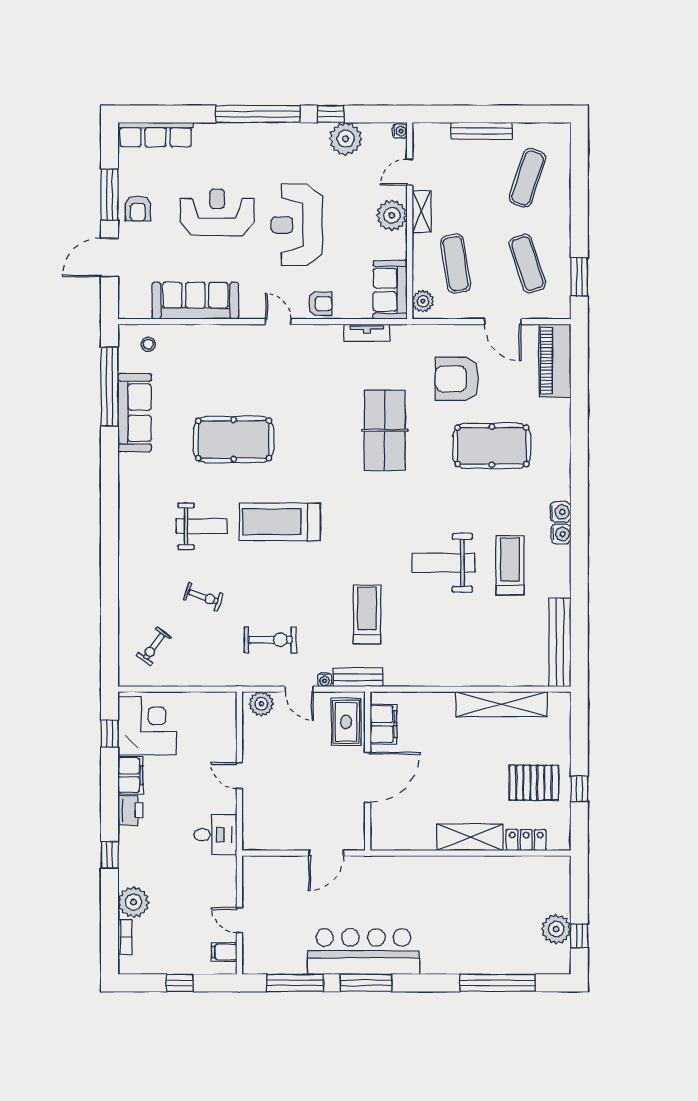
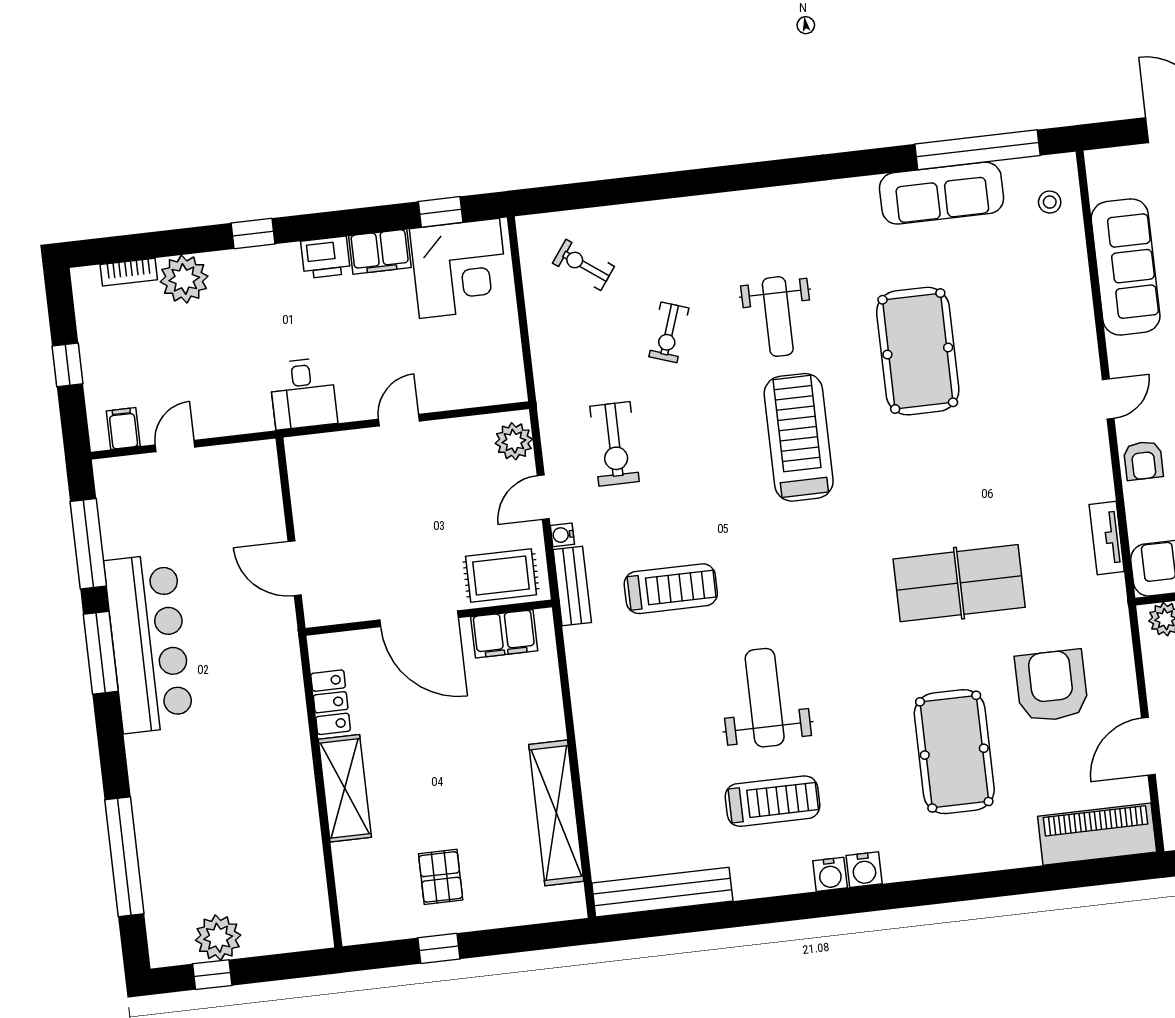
pallet: (534, 783) -> (441, 877), width x0.67, depth x0.71
locker: (526, 840) -> (331, 702), moved

